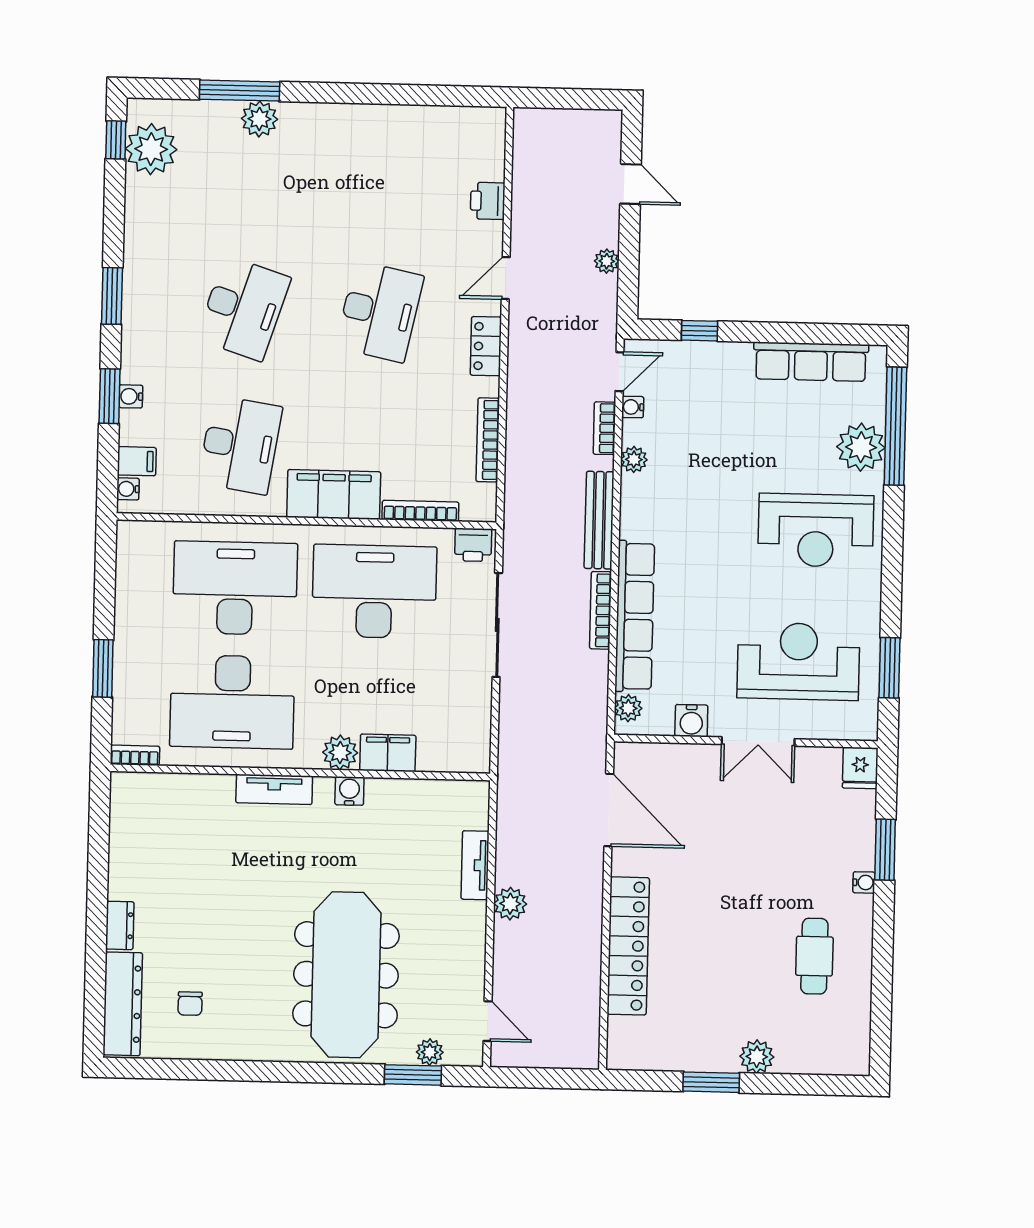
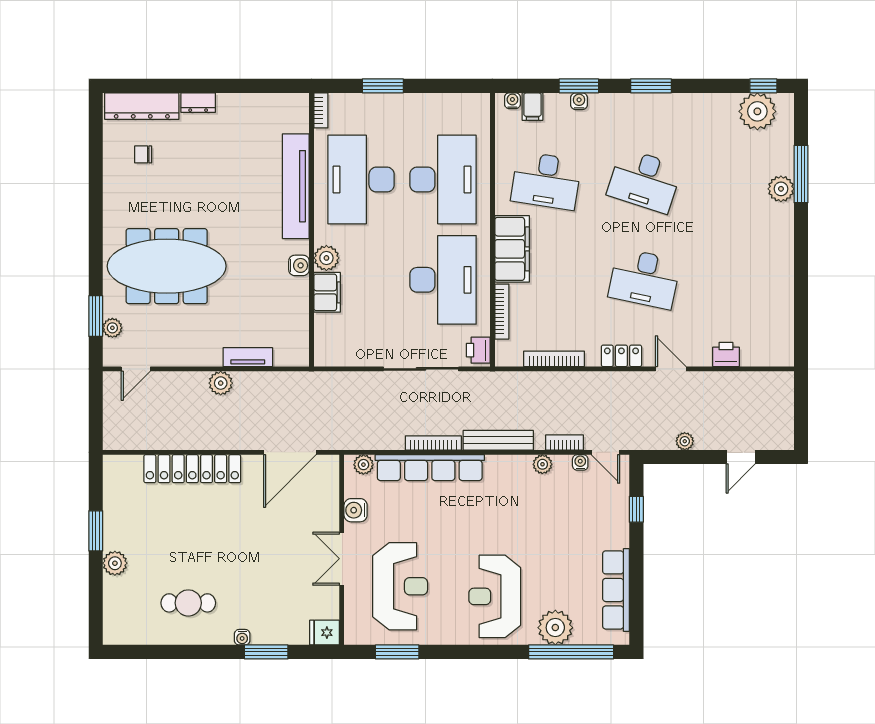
tv unit: (274, 789) -> (296, 186), width x1.92, depth x1.29

